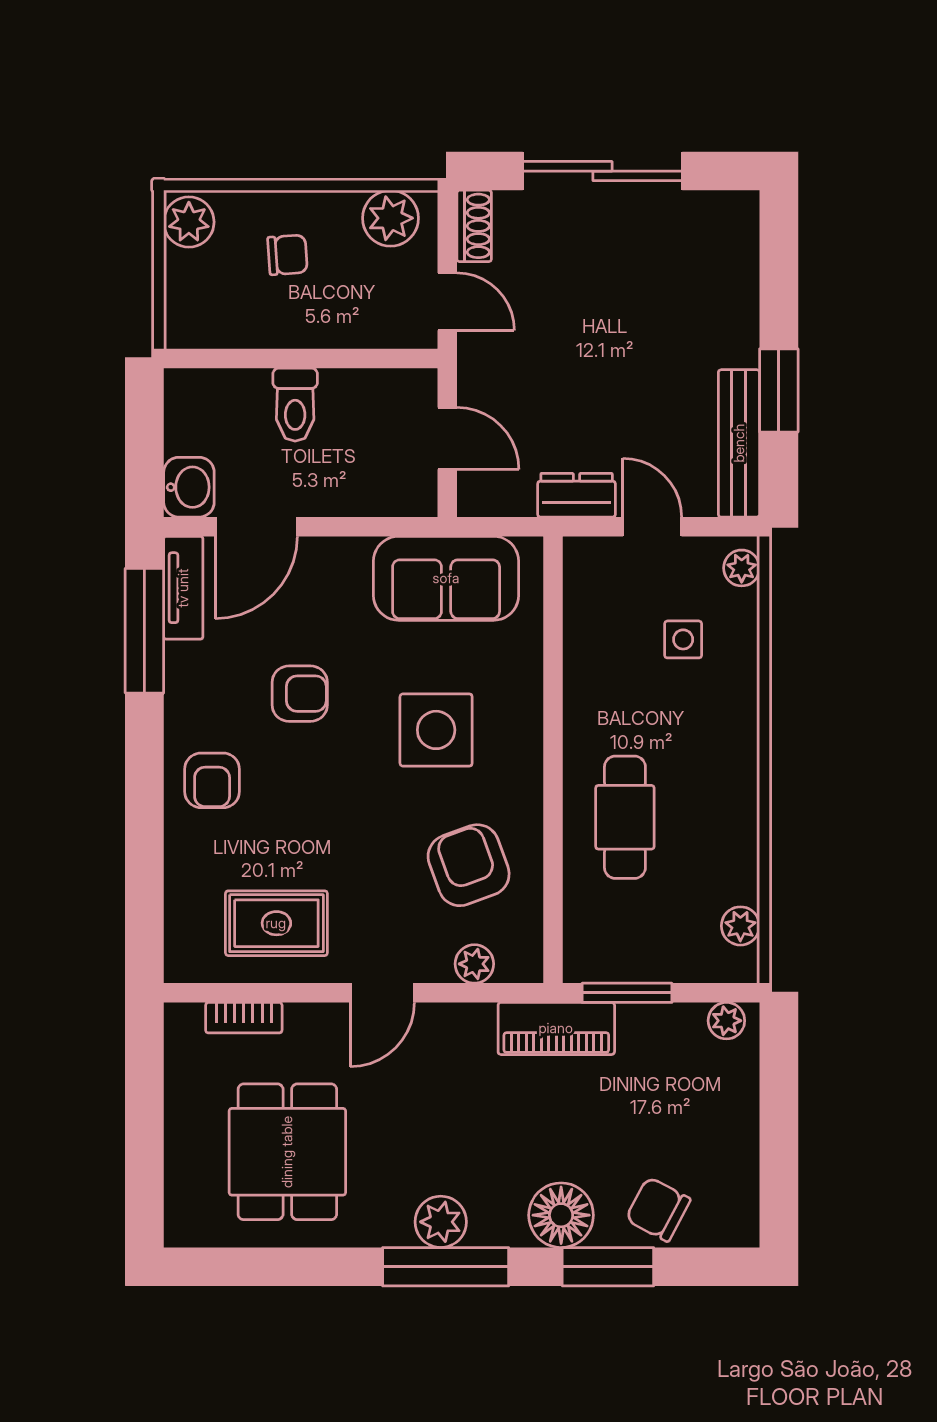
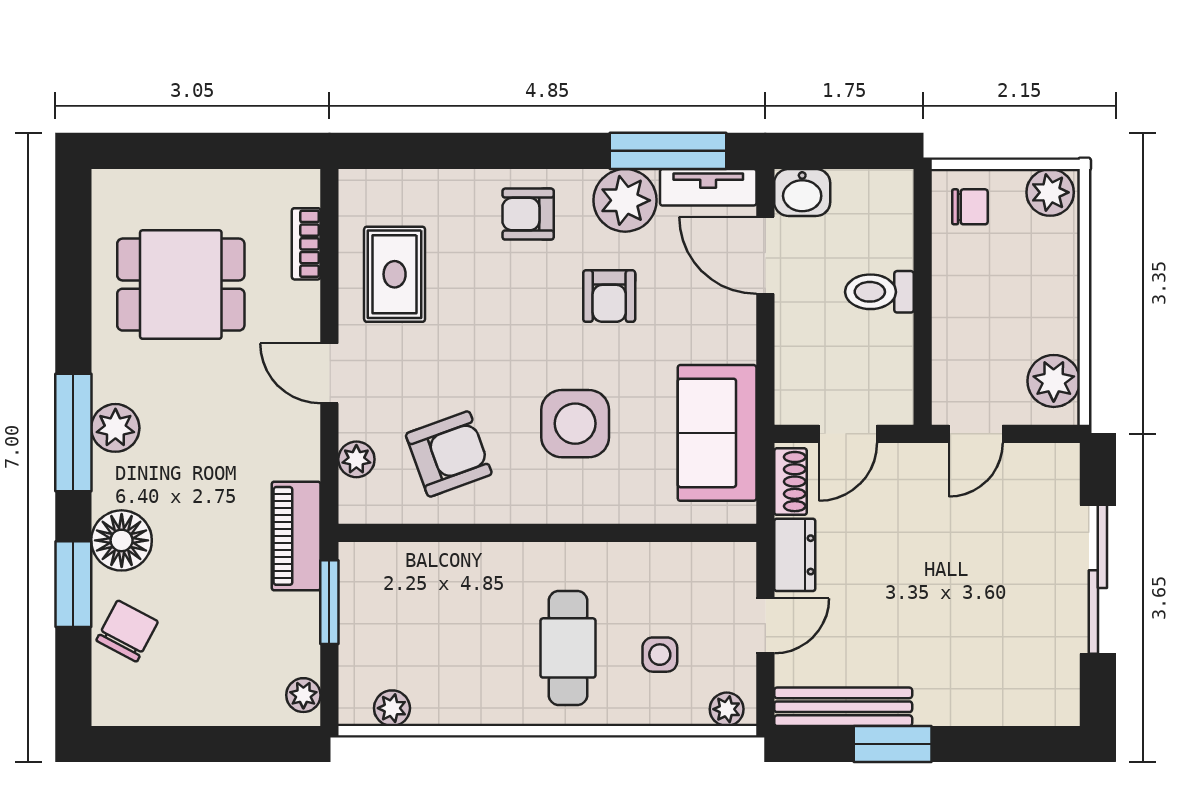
shoe rack: (474, 226) -> (790, 482), moved, turned -90
chair: (288, 255) -> (970, 207), moved, turned -86
plant: (197, 677) -> (625, 200), added
cafe table: (625, 817) -> (568, 648), moved, turned 90

